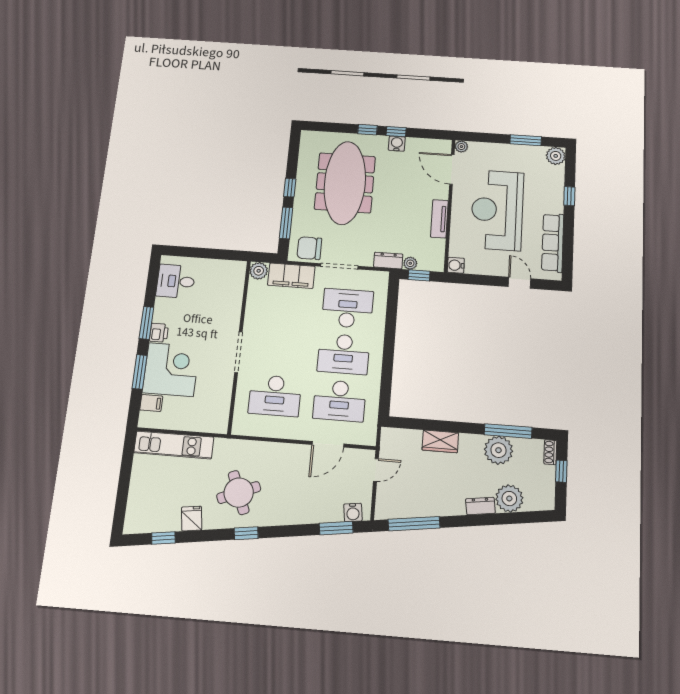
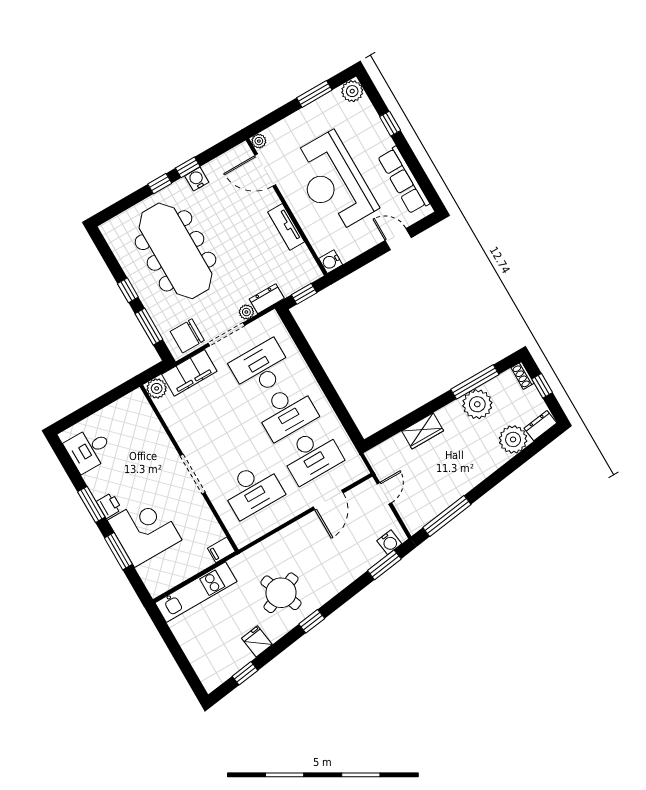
plant: (410, 263) -> (246, 312), moved
filing cabinet: (151, 403) -> (221, 550), moved, turned 180
dresser: (480, 506) -> (540, 426), moved

